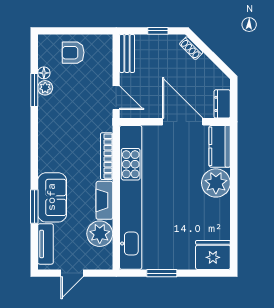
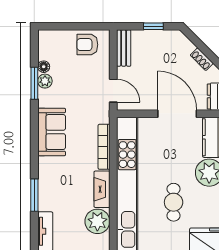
shoe rack: (191, 48) -> (202, 59), moved
armchair: (73, 53) -> (87, 45), moved
sofa: (52, 197) -> (52, 132), moved
cafe table: (179, 214) -> (174, 202), added

